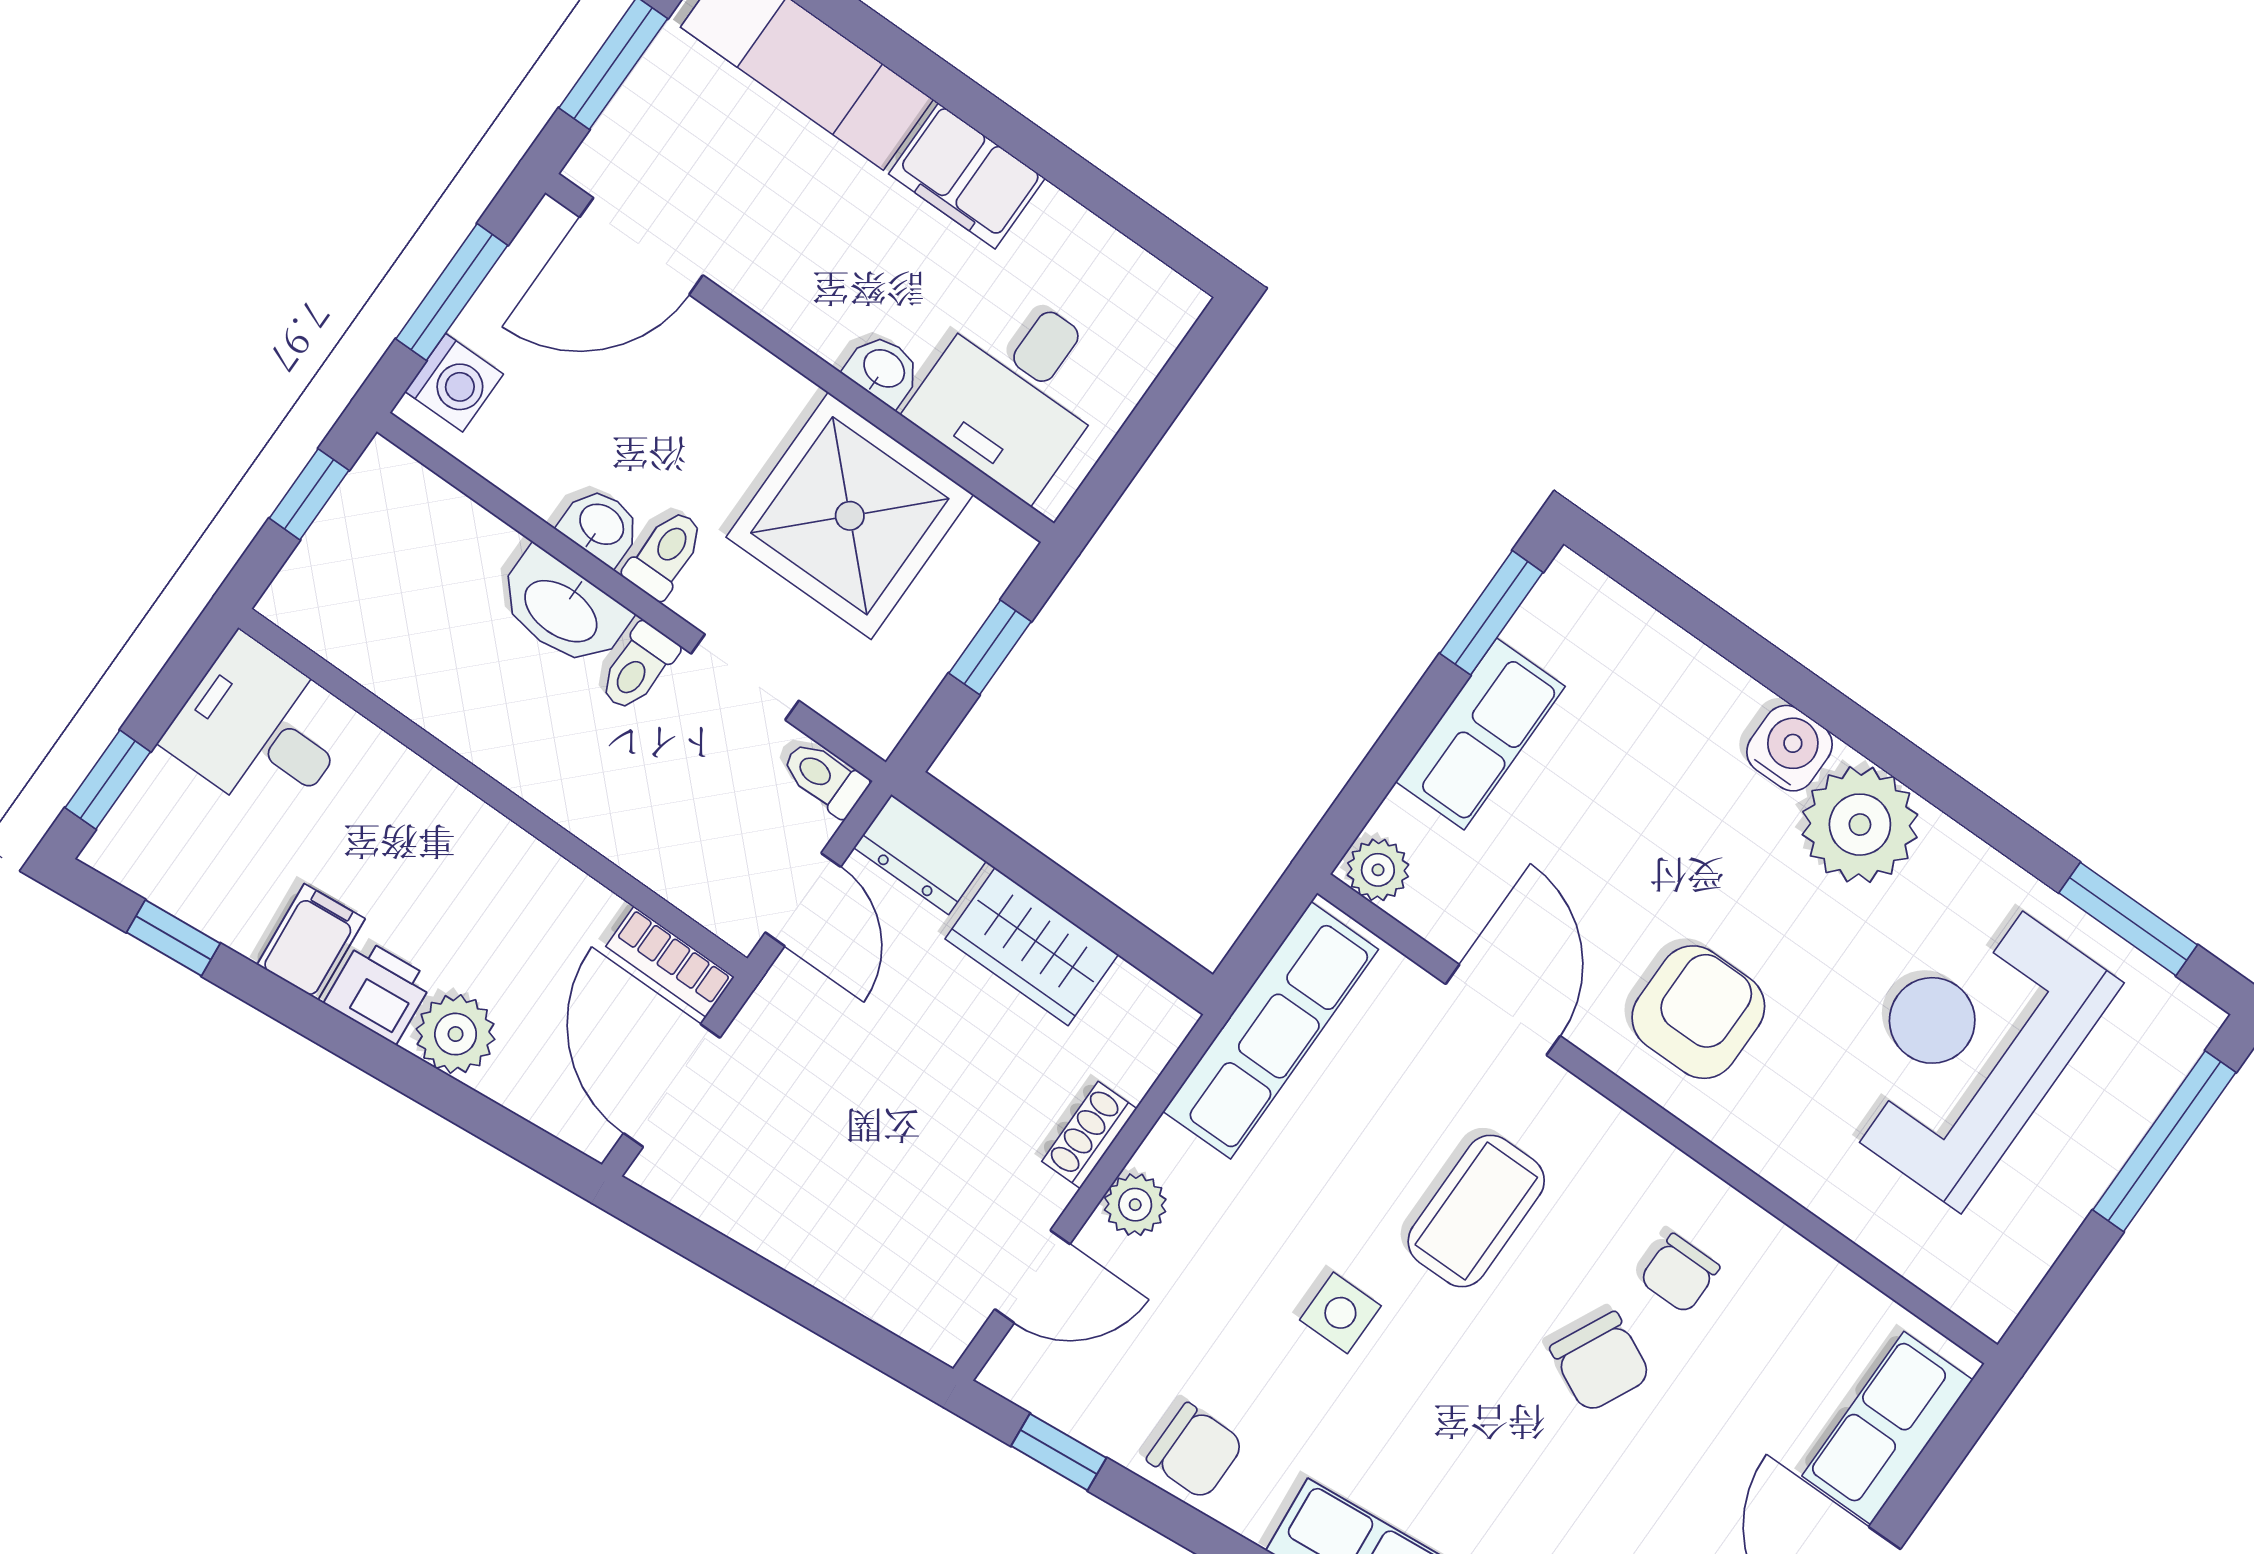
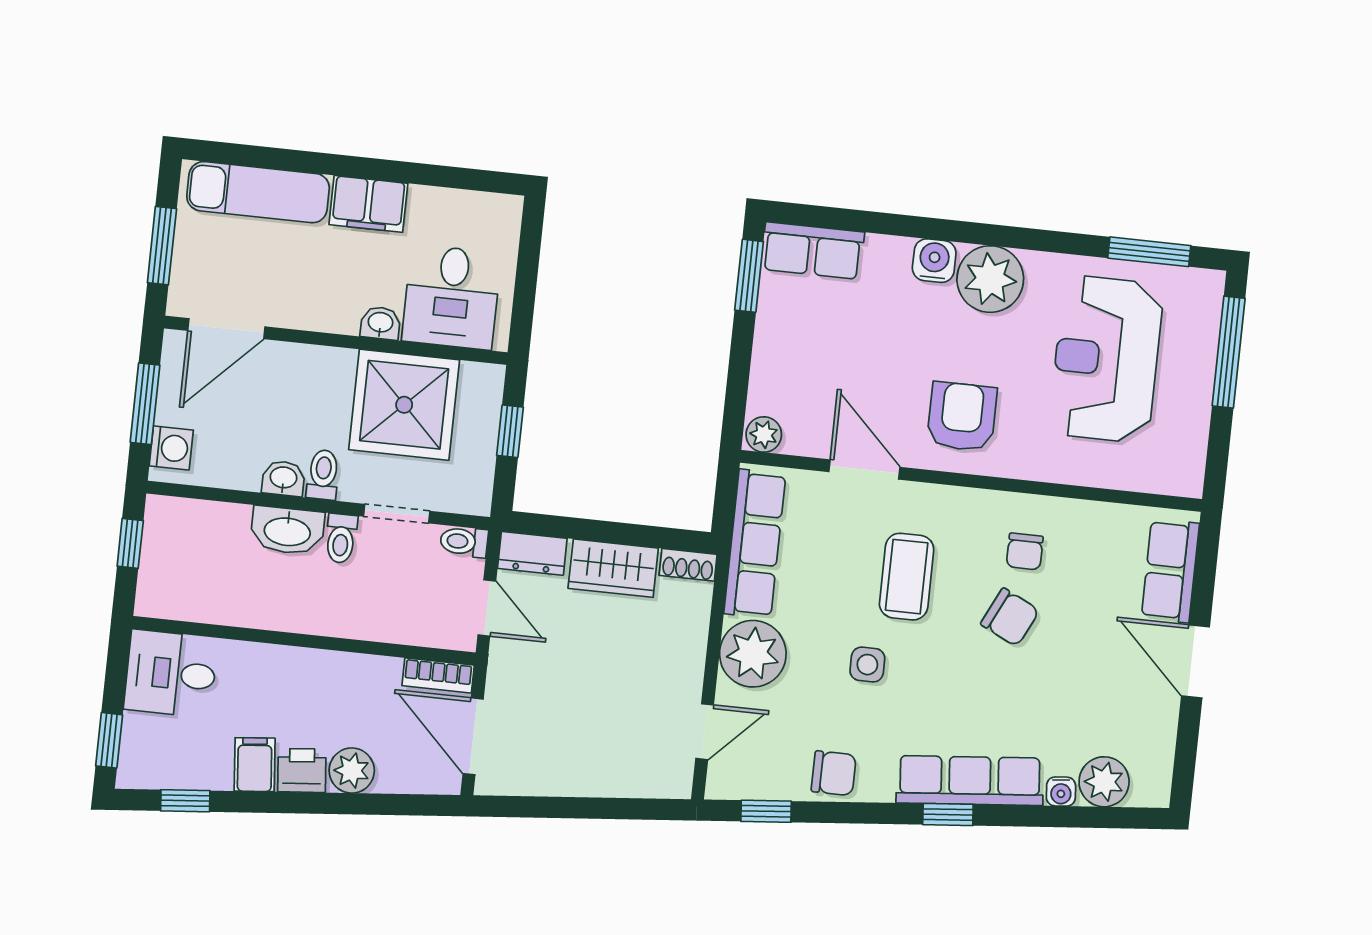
row of seats: (1480, 734) -> (813, 251), moved, turned 90
shoe rack: (1089, 1135) -> (688, 565), moved, turned -90
plant: (1135, 1205) -> (753, 654), width x1.87, depth x1.87

